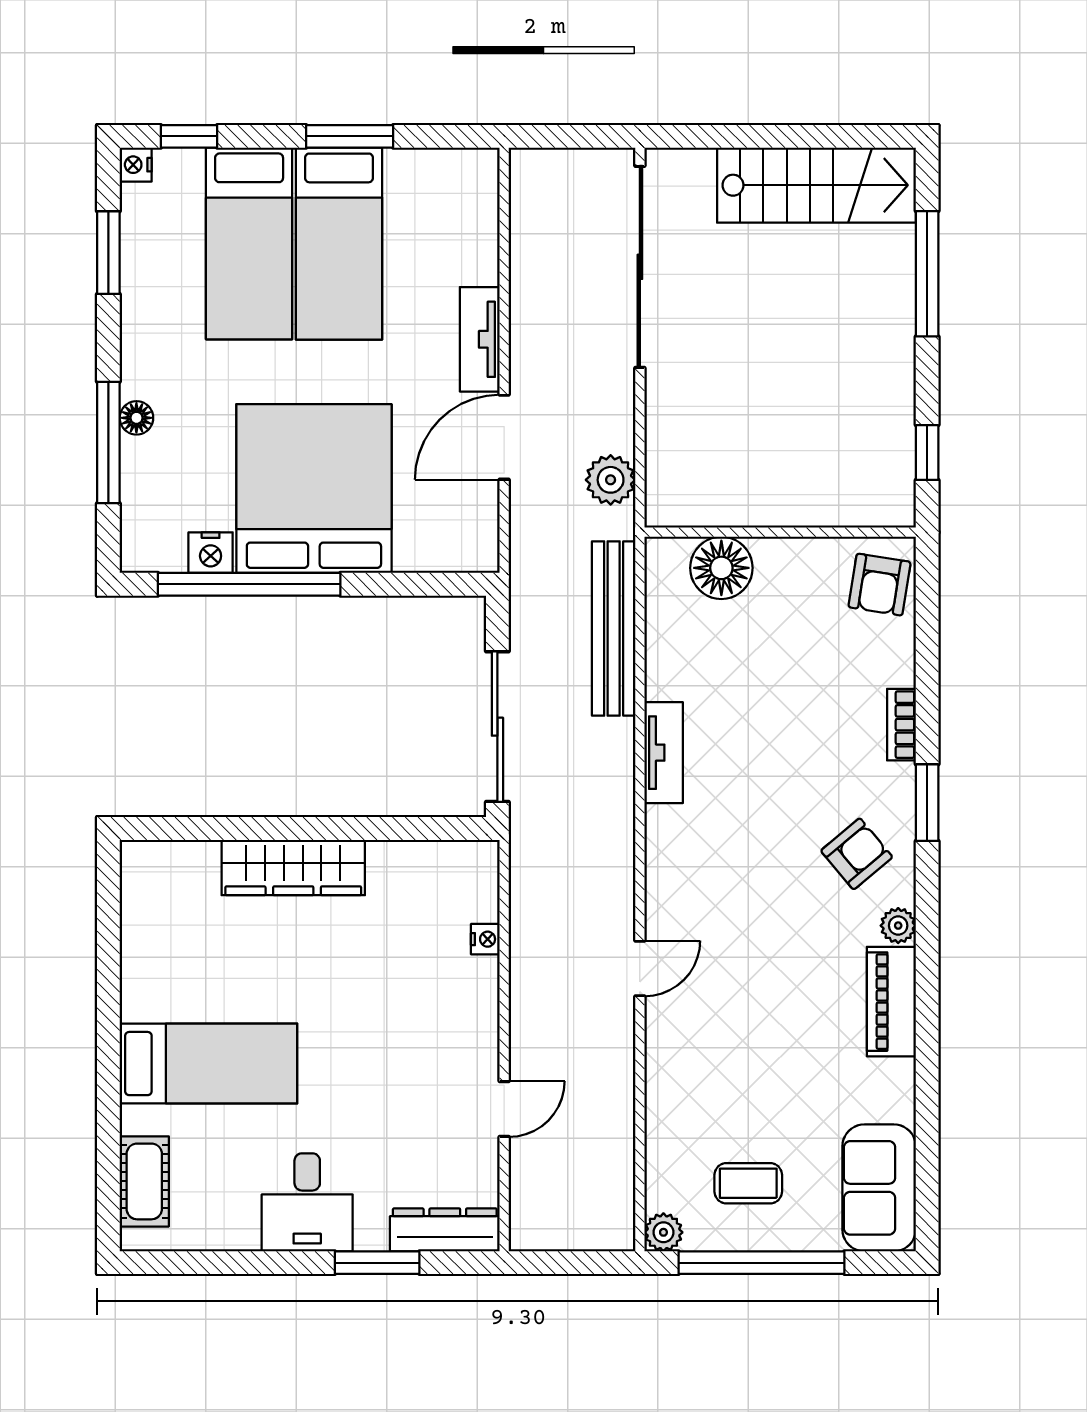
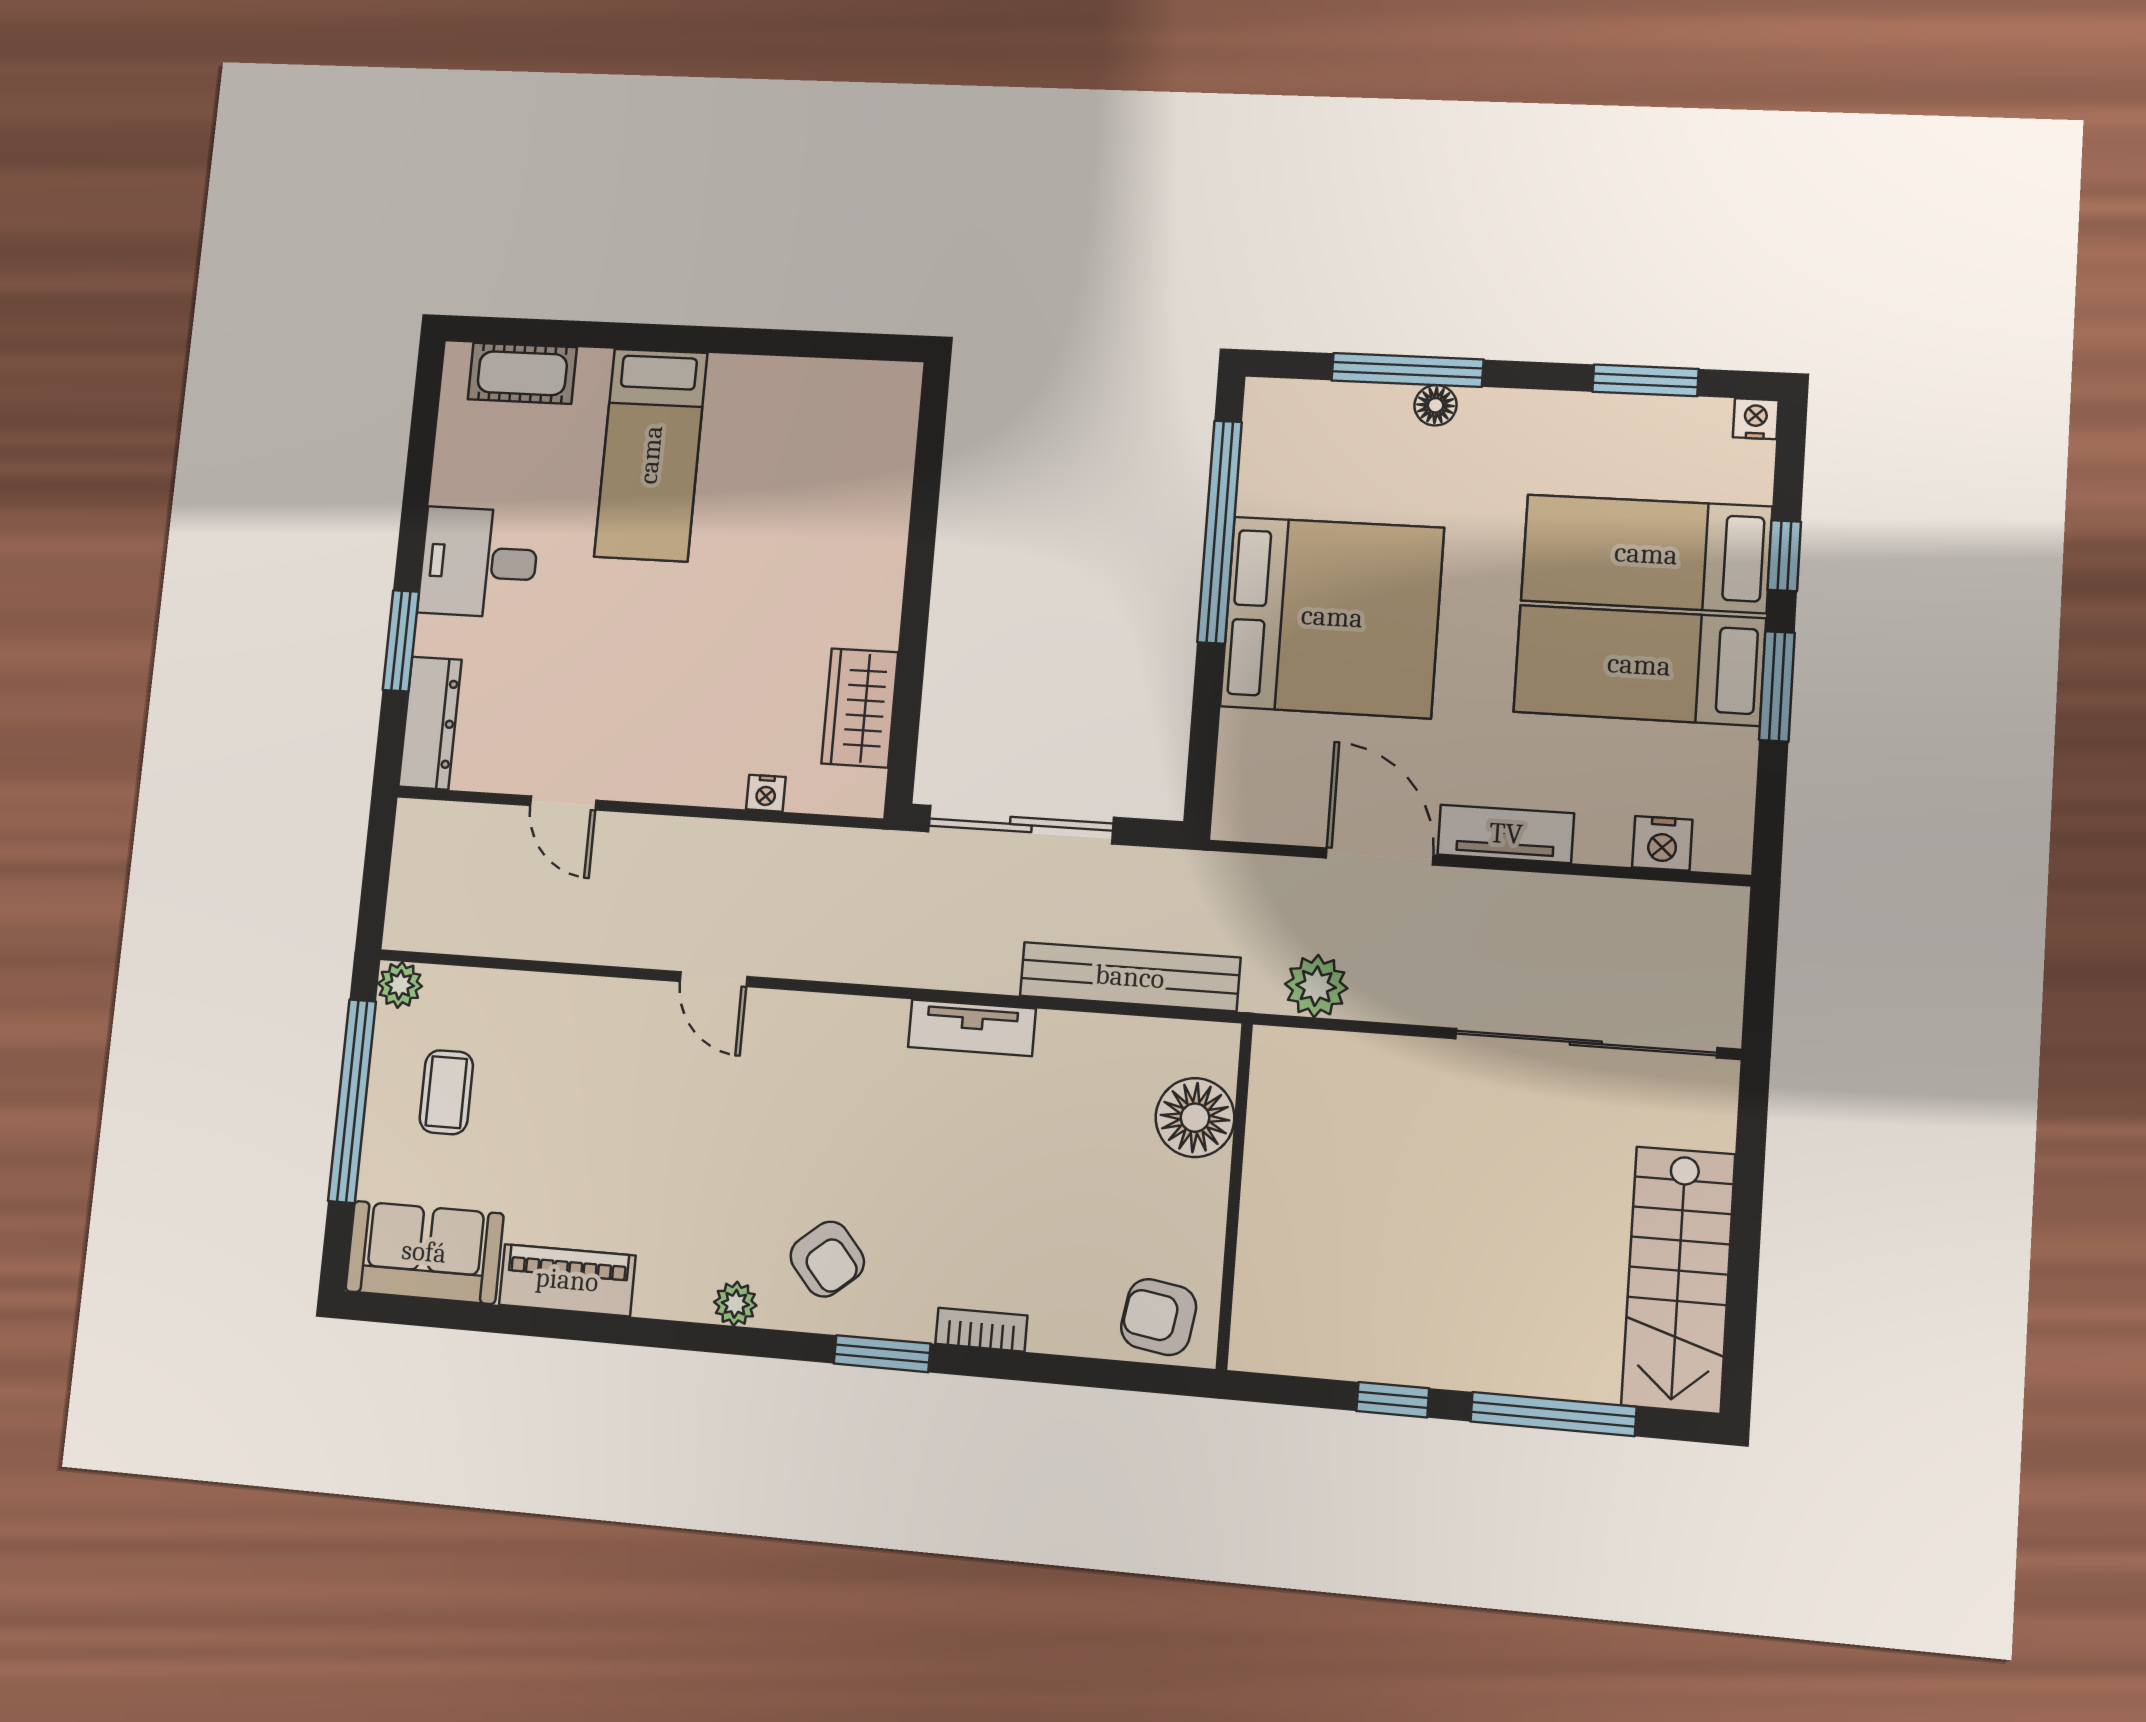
window: (189, 136) -> (1784, 556), moved
window: (927, 453) -> (1393, 1400), moved
nightstand: (211, 553) -> (1662, 843), moved, turned -90
wardrobe: (293, 867) -> (860, 708), moved, width x0.67
piano: (891, 1002) -> (567, 1280), moved

